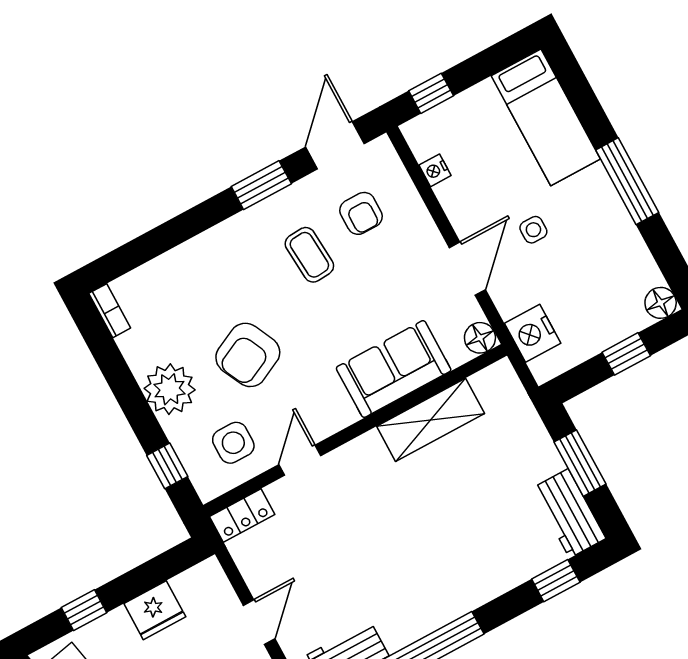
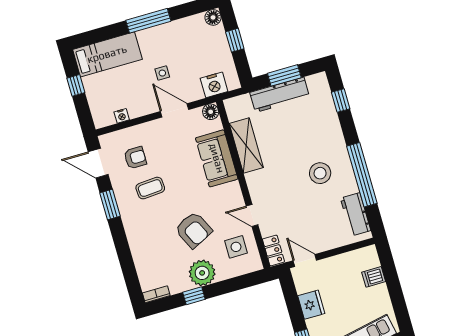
window: (431, 93) -> (76, 85), moved
window: (167, 466) -> (194, 296), moved
workbench: (569, 513) -> (280, 95), moved, width x1.38
stool: (409, 572) -> (320, 173), added
door: (259, 622) -> (305, 261), moved

